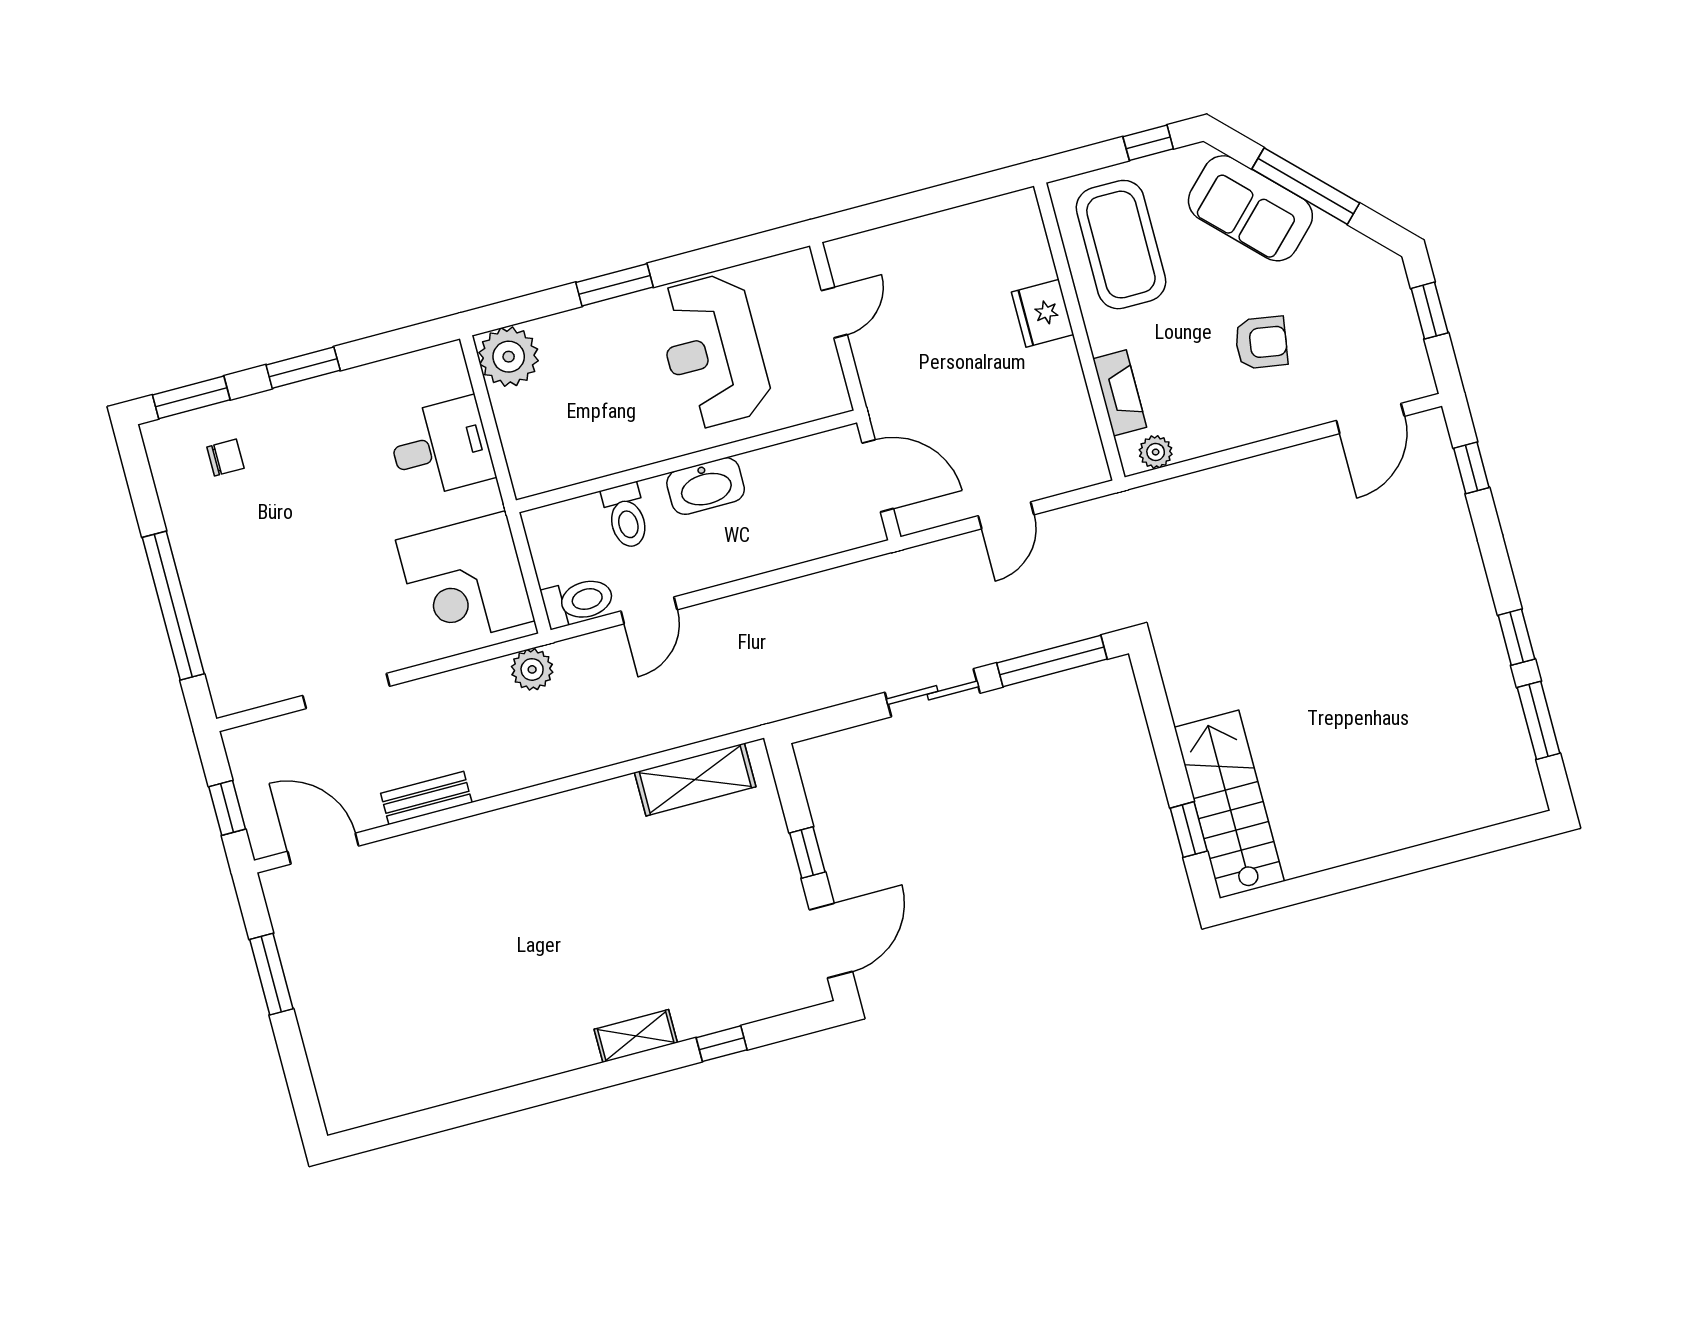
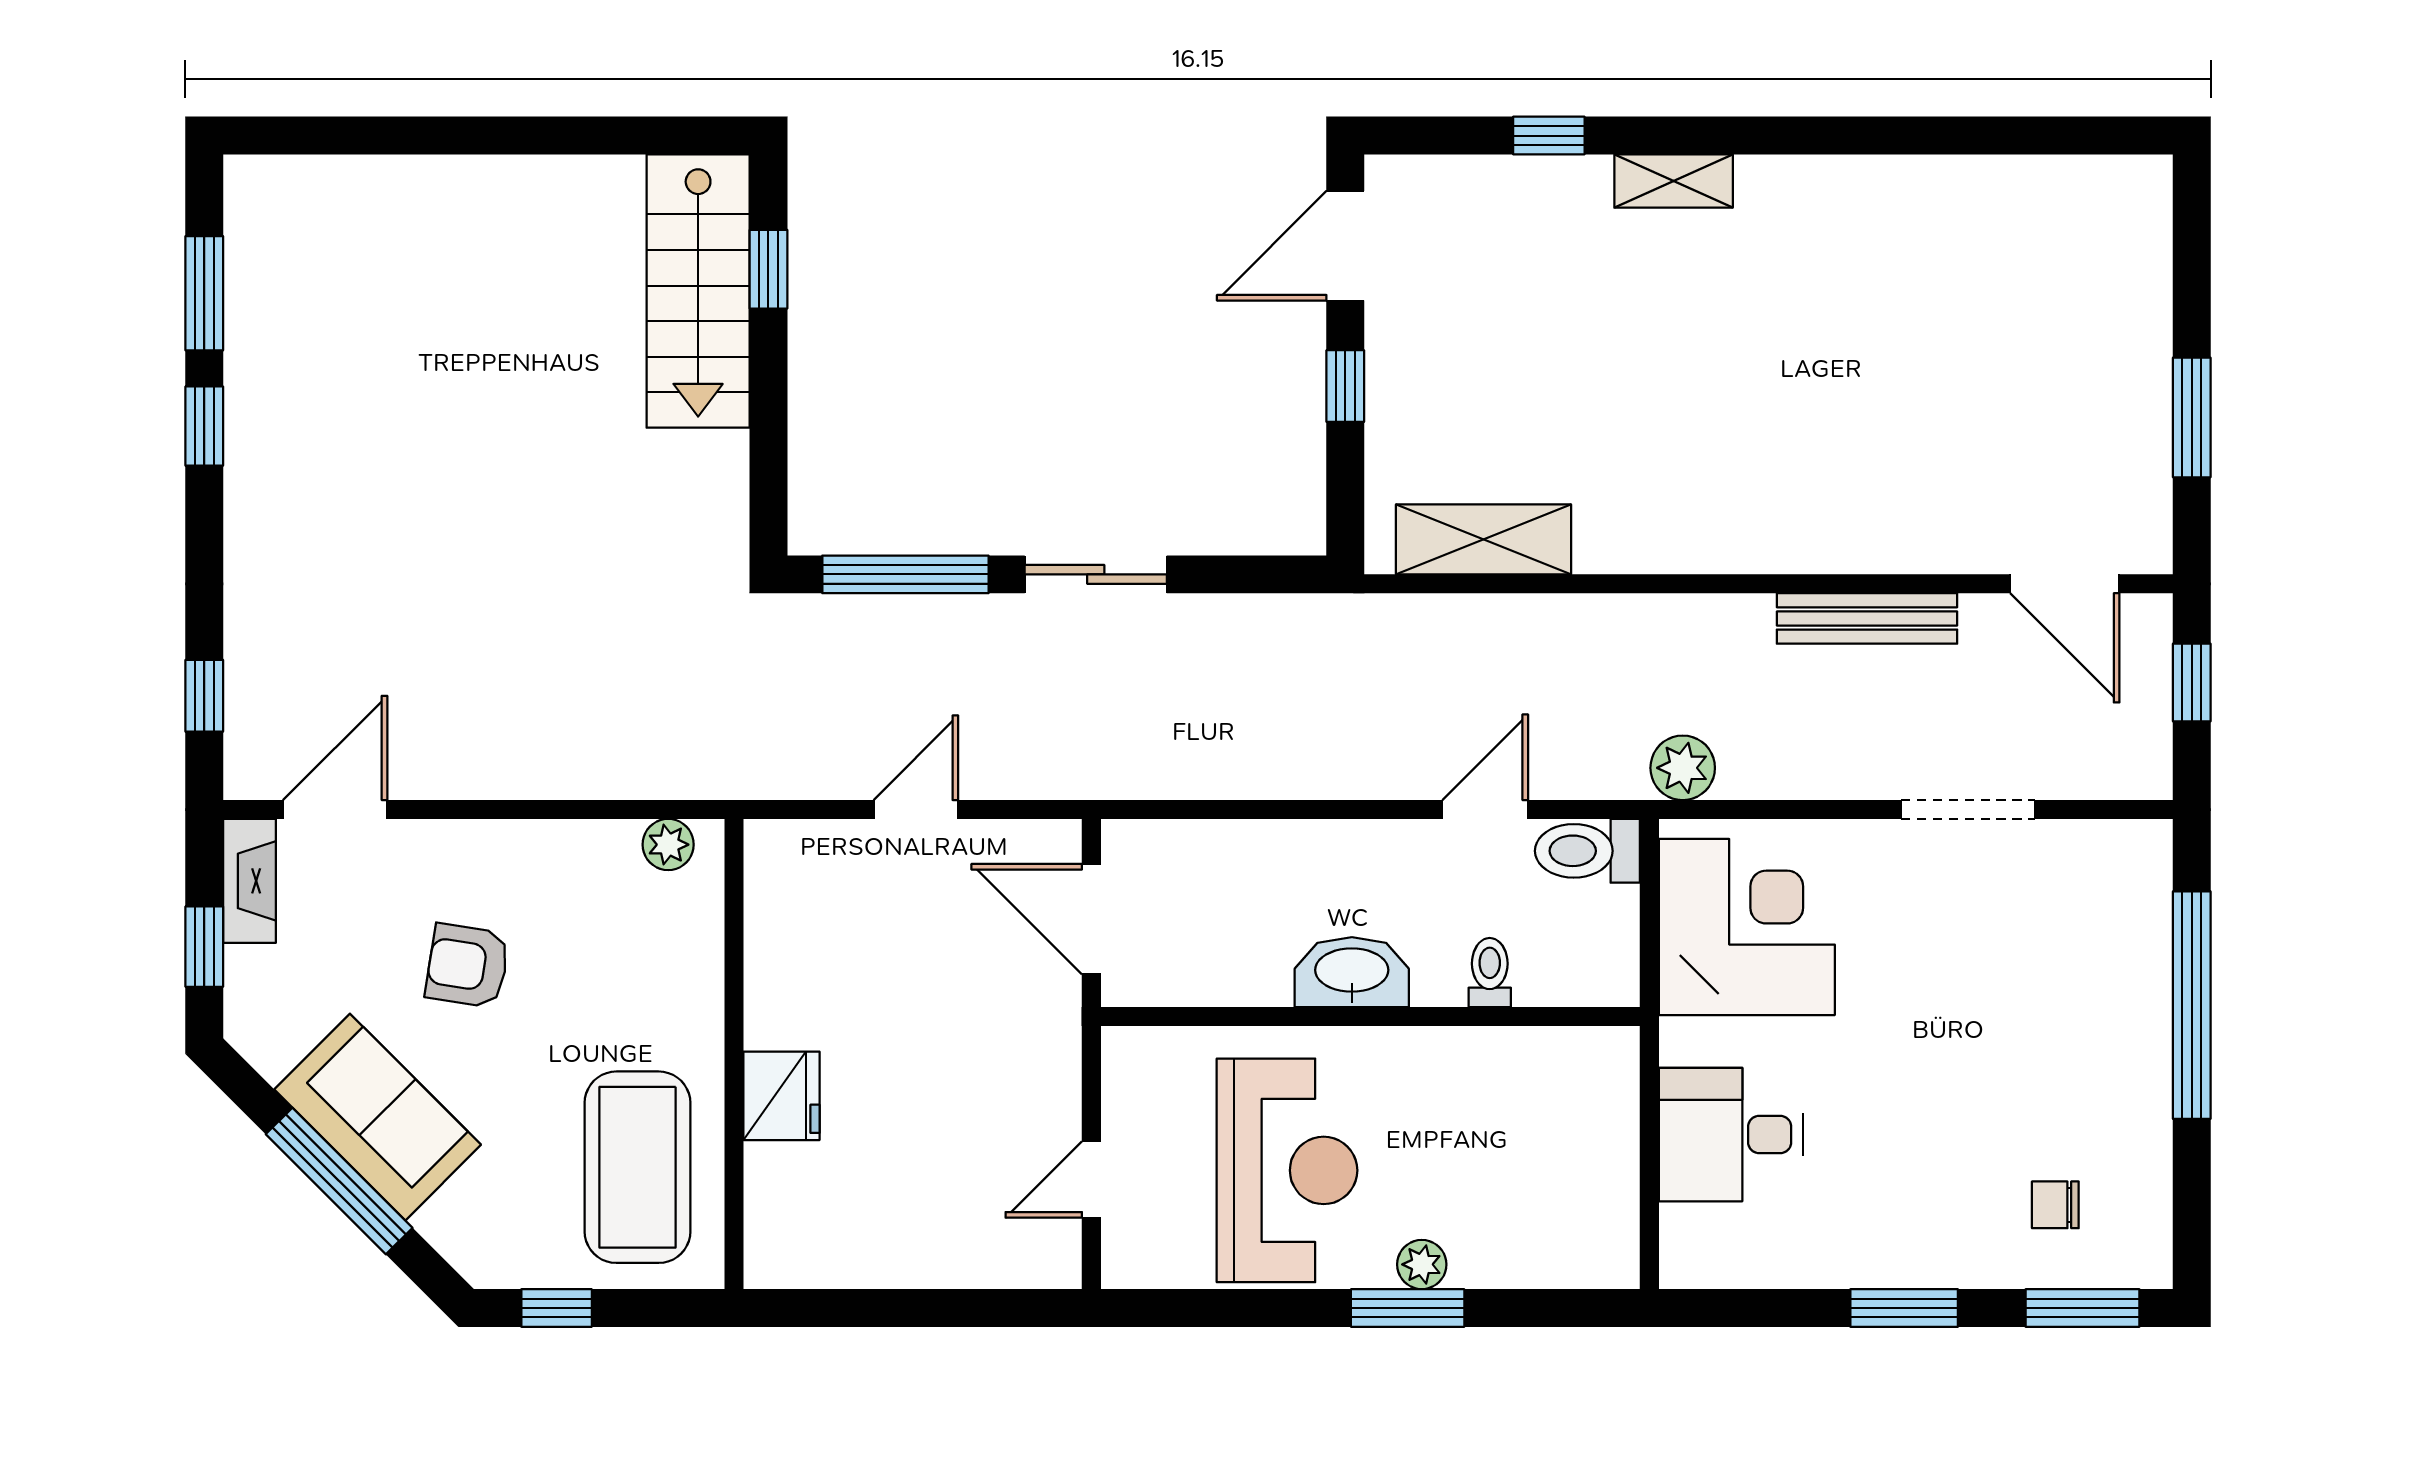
sofa: (1250, 208) -> (378, 1117), moved
plant: (509, 357) -> (1422, 1264), moved, width x0.53, depth x0.53
fireplace: (1120, 393) -> (249, 881), moved, turned 180
toilet: (626, 516) -> (1490, 973), width x0.73, depth x0.72
bench: (426, 798) -> (1867, 618), width x1.36

